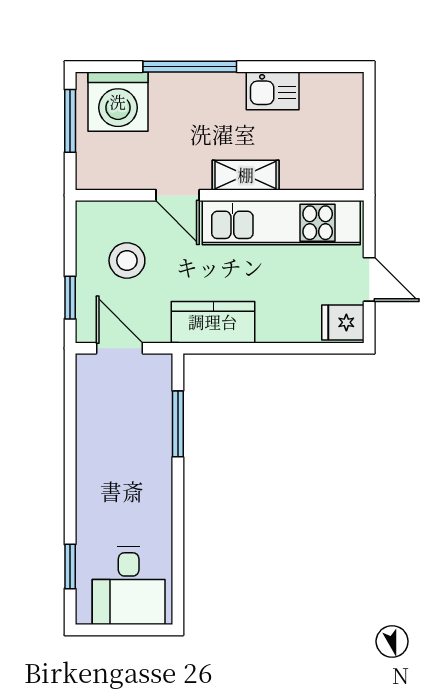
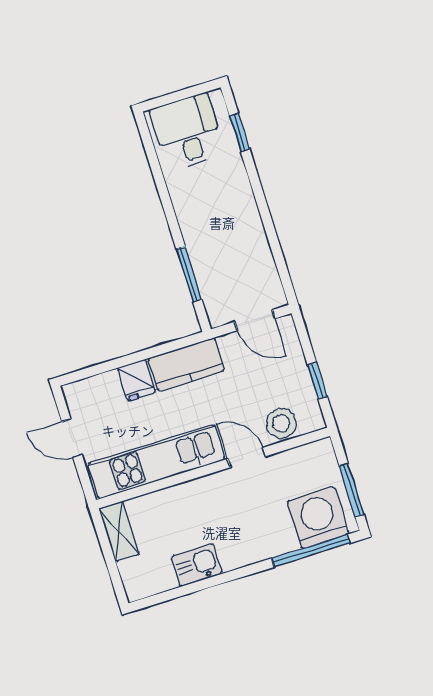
window: (190, 67) -> (311, 551), moved
shelving: (246, 175) -> (119, 531), moved, turned 90
stool: (127, 261) -> (281, 423), moved
window: (70, 298) -> (317, 381), moved
fridge: (343, 322) -> (137, 380), moved, turned 90

